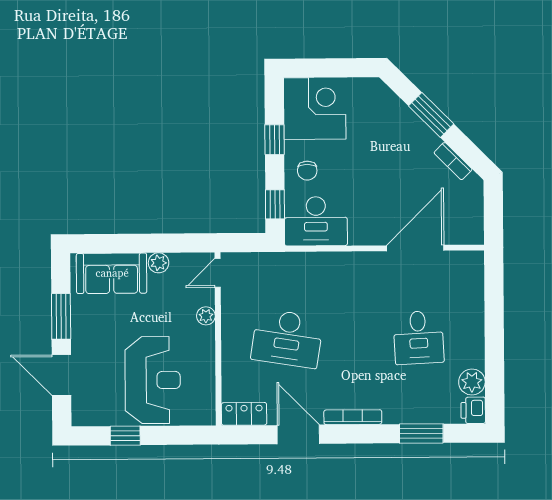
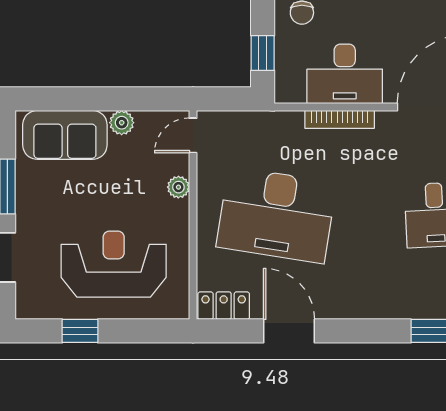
desk: (316, 221) -> (345, 74), moved
desk: (287, 338) -> (276, 215), width x1.36, depth x1.30
reception desk: (153, 380) -> (114, 264), turned -90
bookcase: (353, 417) -> (340, 119), moved, turned 180

